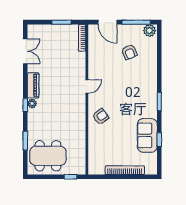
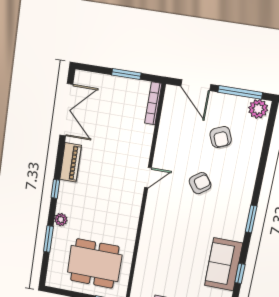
double door: (25, 51) -> (66, 110), width x1.37
plant: (32, 103) -> (61, 220), moved
armchair: (101, 117) -> (200, 183), moved
dining table: (48, 156) -> (95, 263), moved

